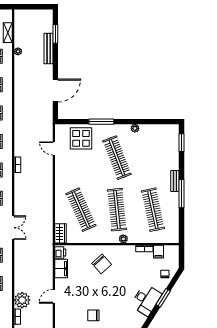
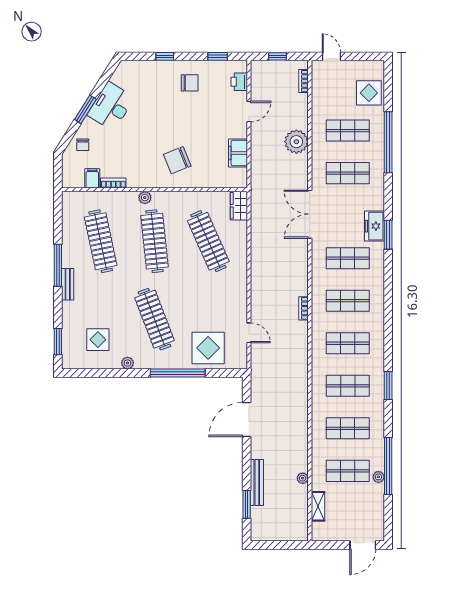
window: (101, 122) -> (178, 373), width x1.46
display table: (155, 144) -> (98, 340), added
double door: (13, 228) -> (310, 214), width x1.37
printer: (60, 252) -> (239, 82), moved
chair: (102, 264) -> (177, 160), turned -70
plant: (22, 300) -> (296, 142), moved

